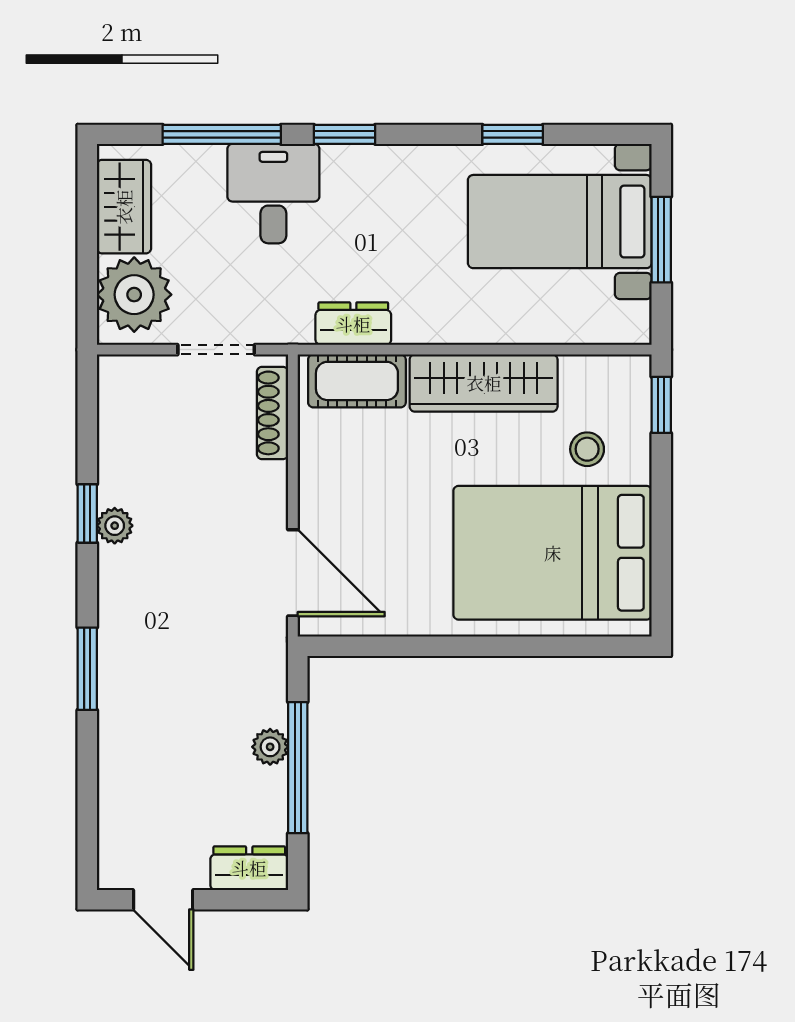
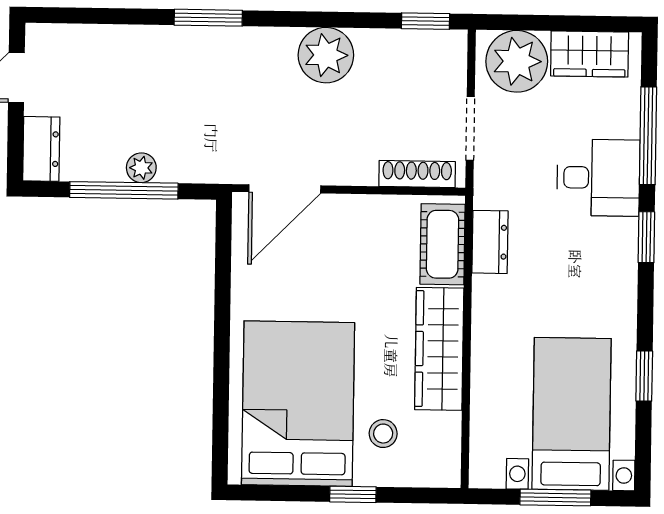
window: (661, 405) -> (353, 494), moved
window: (87, 513) -> (425, 21), moved
plant: (115, 526) -> (326, 55), width x1.88, depth x1.88

